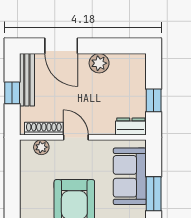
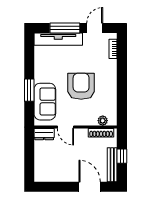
plant: (99, 63) -> (65, 176), removed
window: (154, 100) -> (29, 151), removed
door: (76, 137) -> (65, 127), moved

